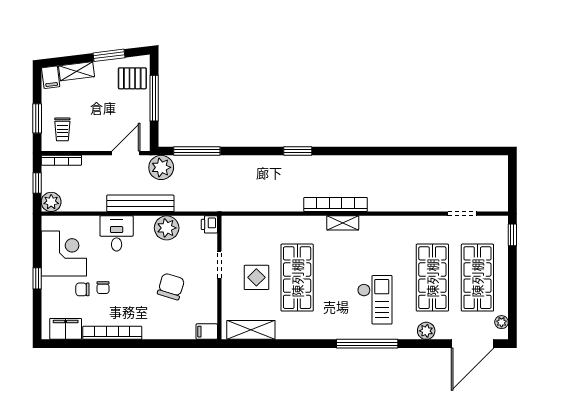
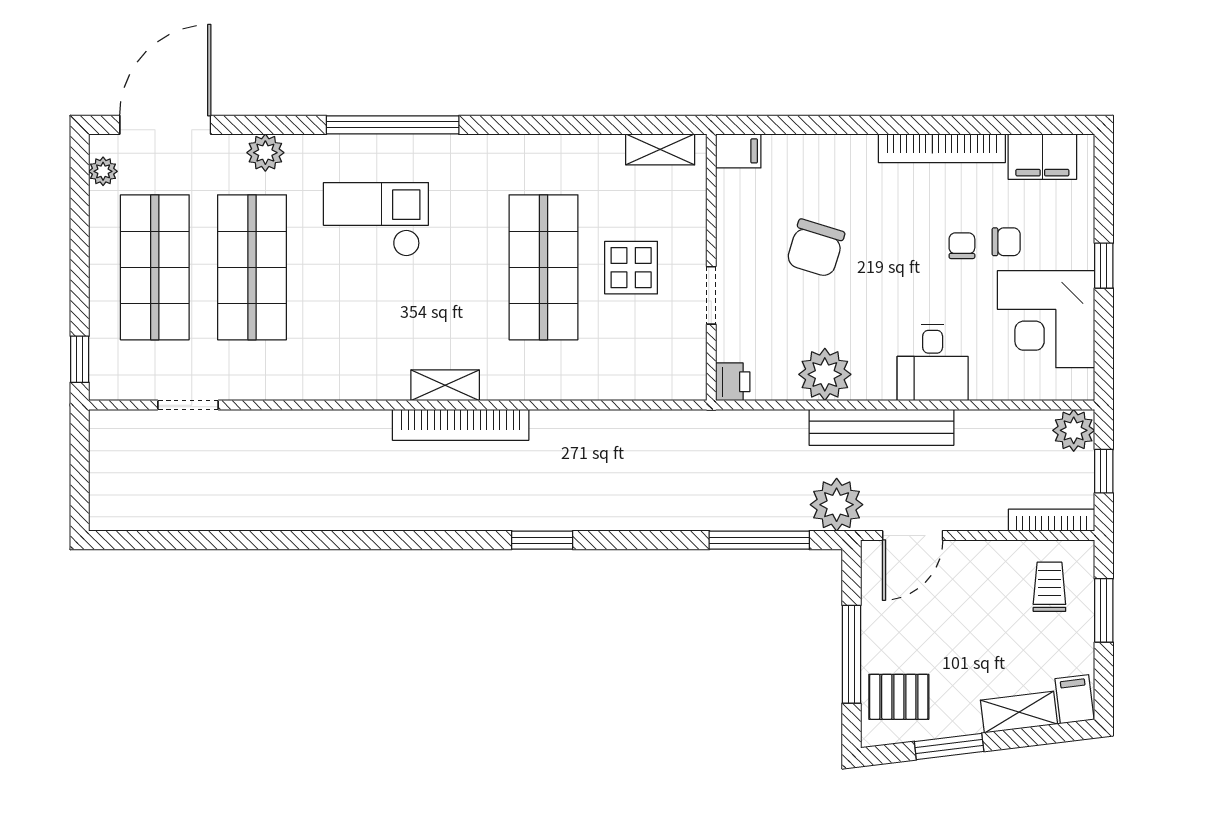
checkout: (375, 300) -> (376, 219), turned 90
shelving: (251, 330) -> (660, 149), width x0.67, depth x0.75

